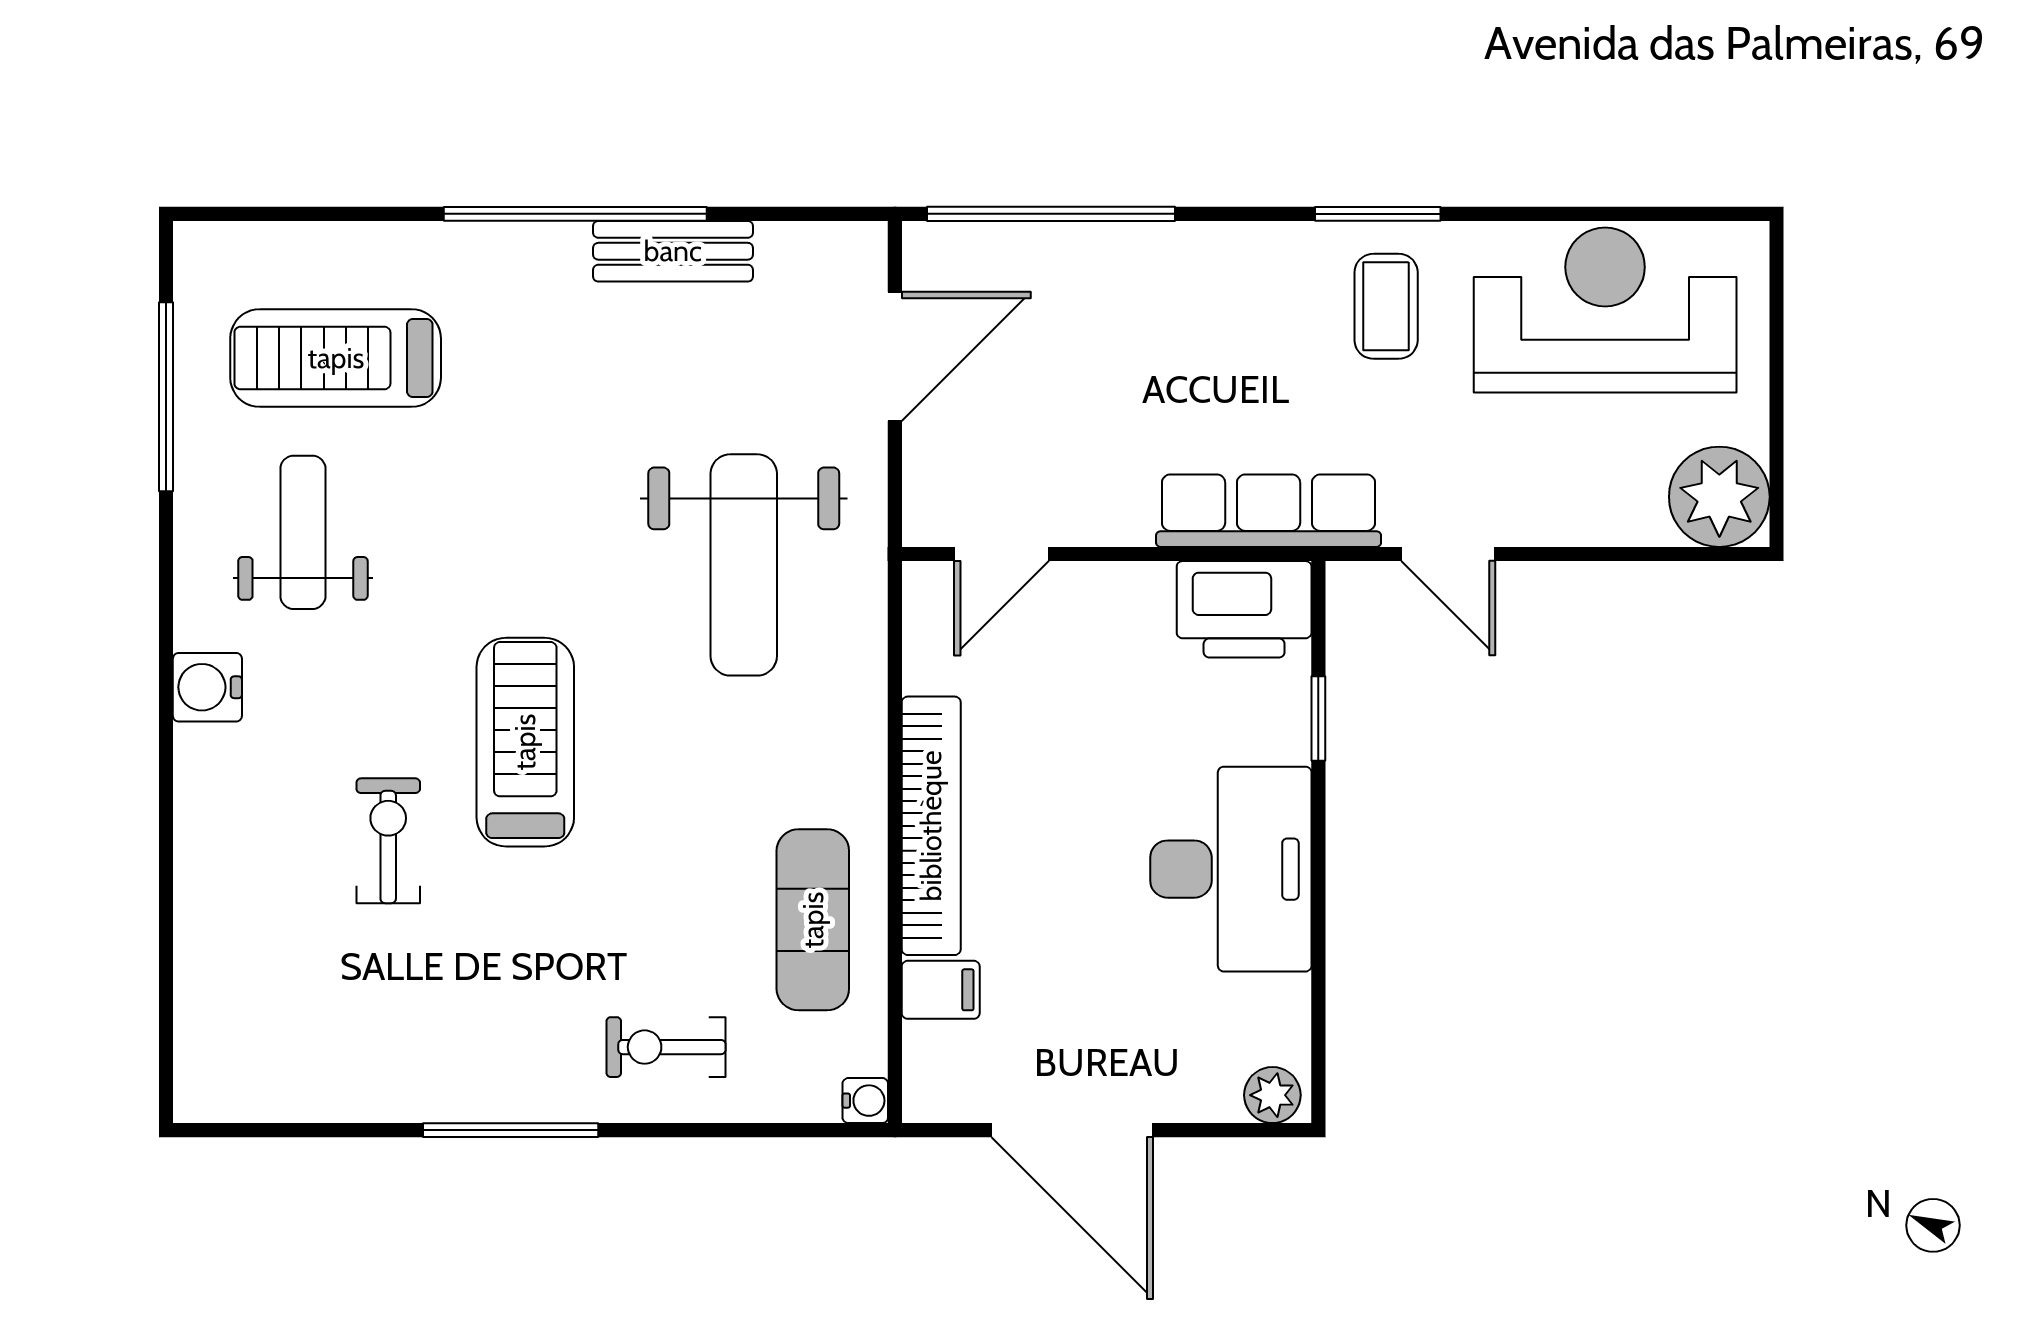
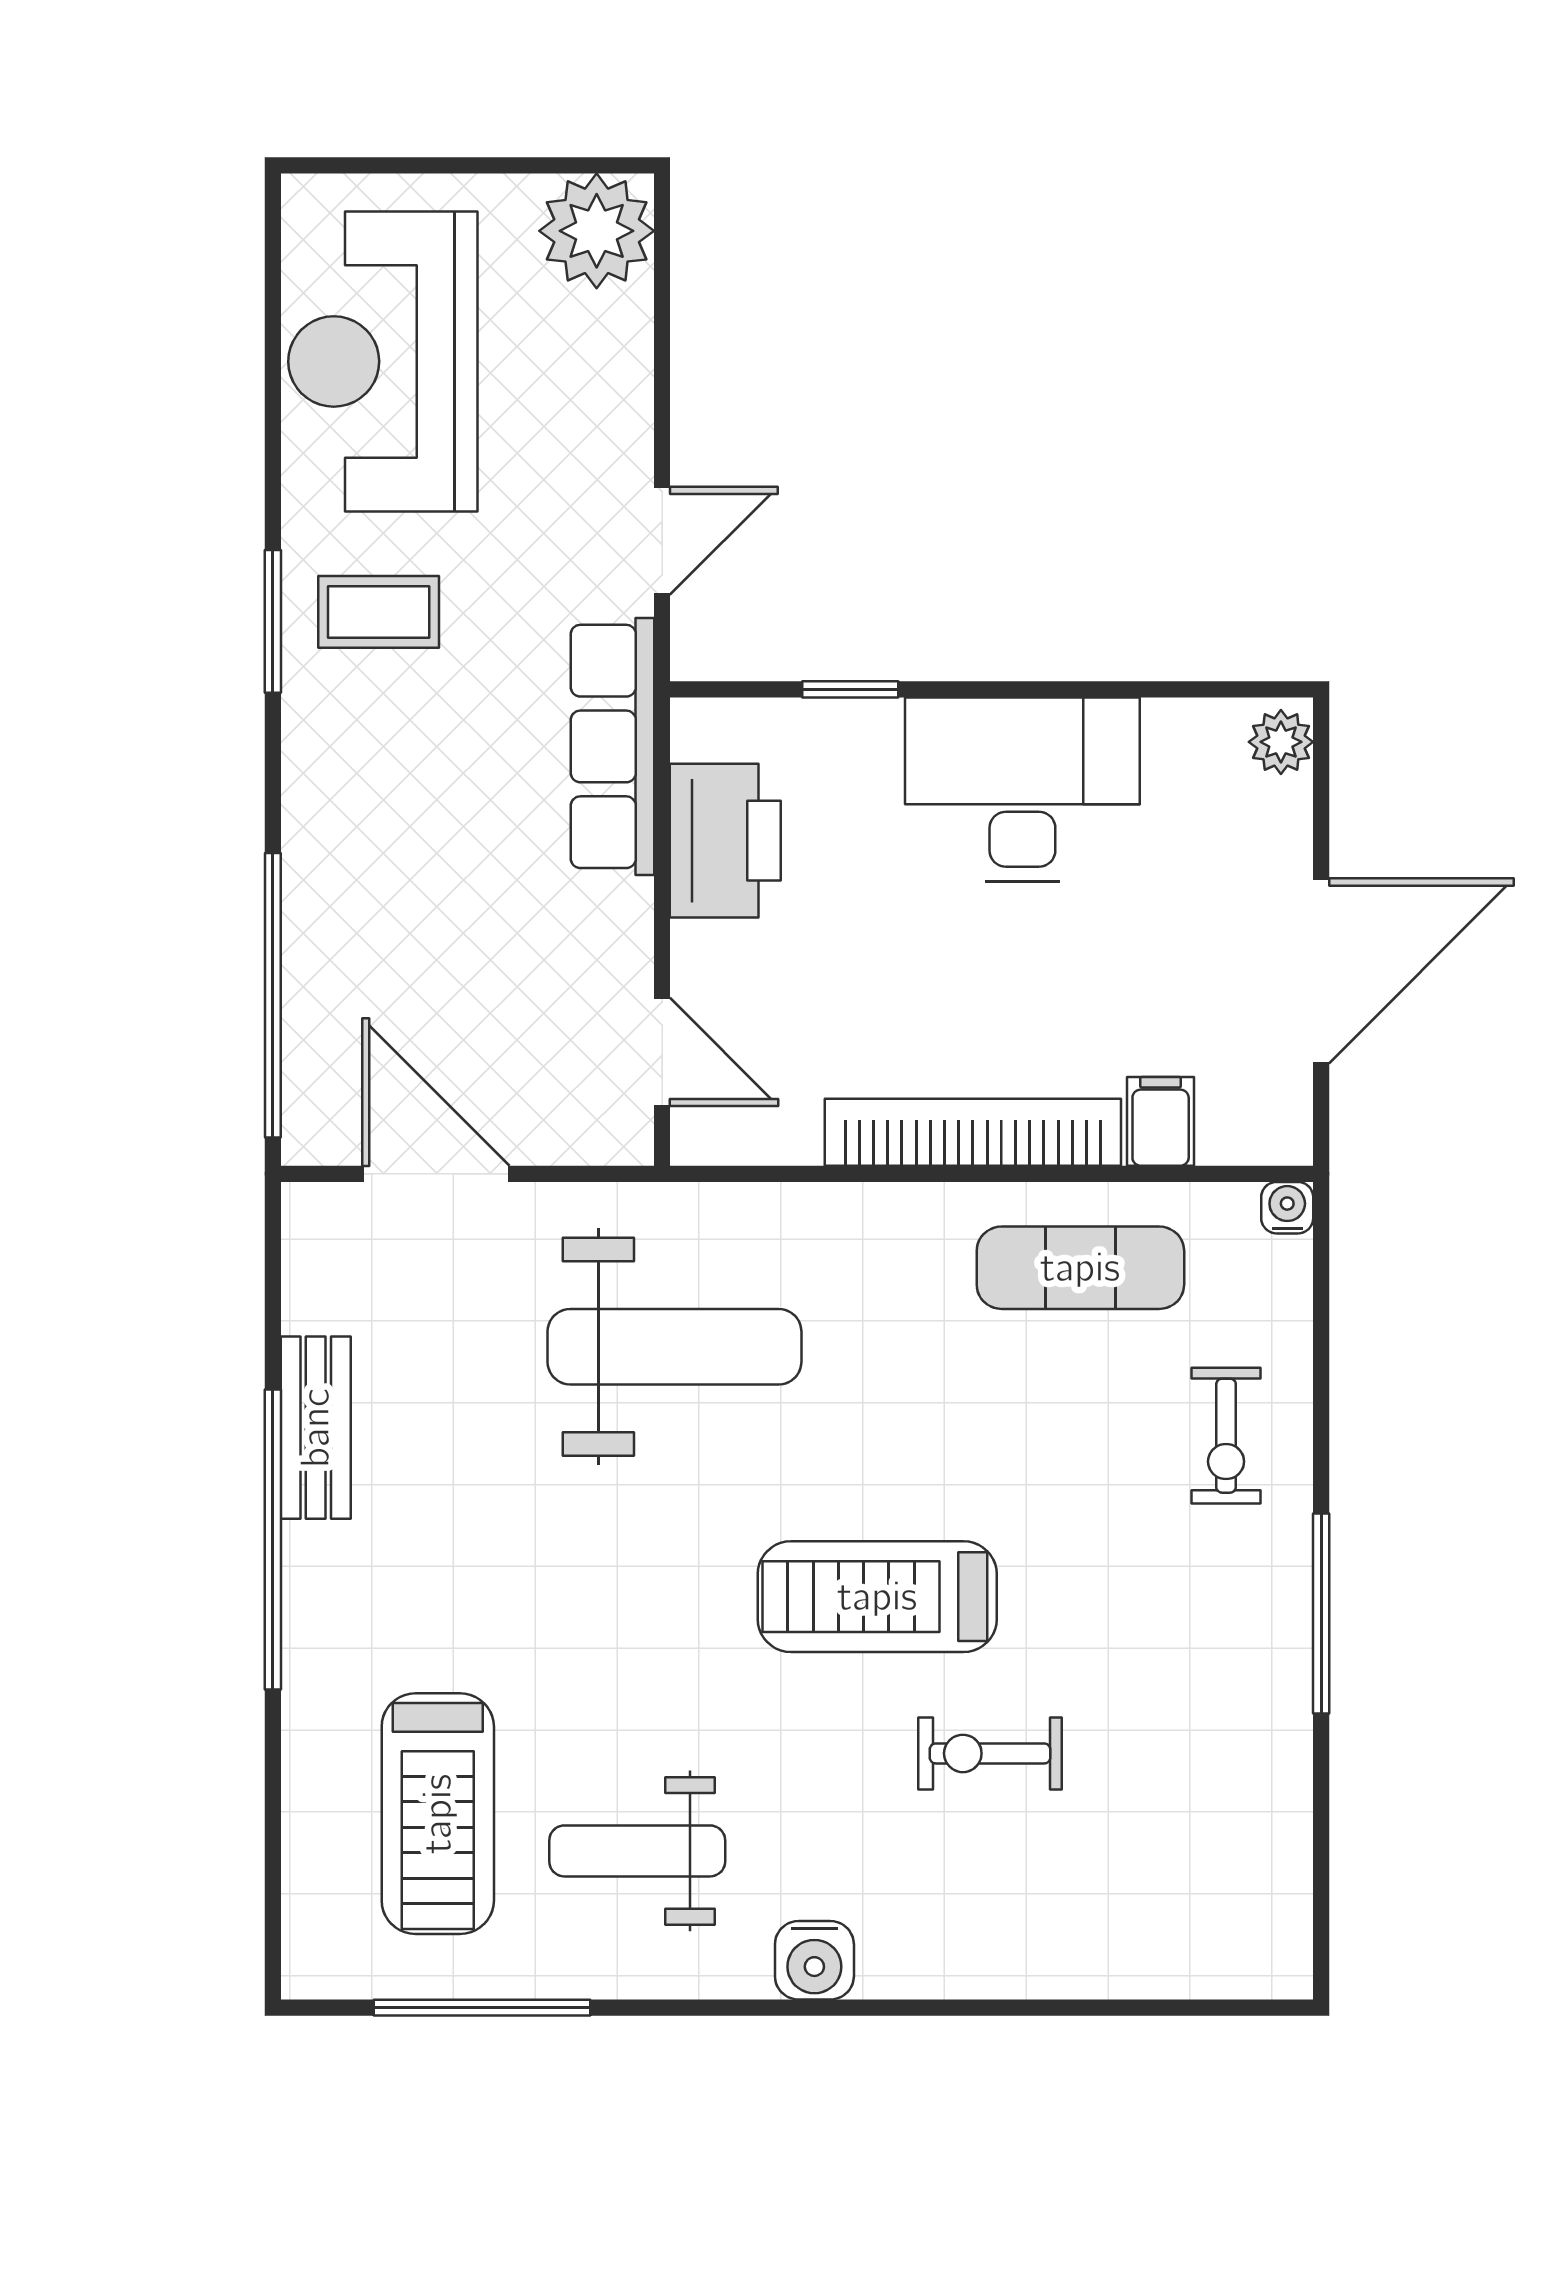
printer: (1244, 609) -> (725, 841), moved

